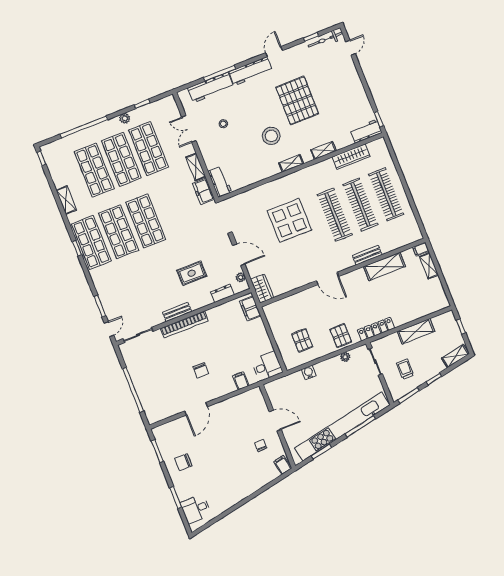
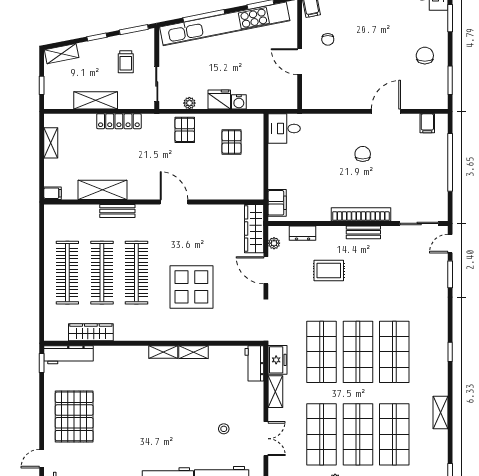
pallet: (297, 101) -> (74, 416), moved
workbench: (366, 131) -> (69, 355), width x1.38
stool: (271, 136) -> (174, 393), removed
shelving: (323, 150) -> (193, 352), moved
shop shelf: (91, 242) -> (322, 352), moved
shelving: (429, 266) -> (51, 143), moved
wardrobe: (262, 288) -> (254, 229), width x1.50
locker: (376, 329) -> (119, 121), moved
fridge: (324, 369) -> (219, 99), added
filing cabinet: (241, 381) -> (427, 123), moved
chair: (183, 462) -> (425, 56), turned -90

